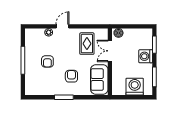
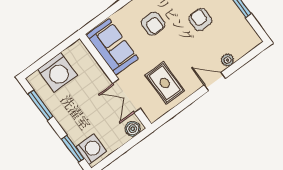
door: (62, 26) -> (215, 82), swing flipped
double door: (110, 51) -> (126, 96), swing flipped
washing machine: (146, 56) -> (91, 149), moved

